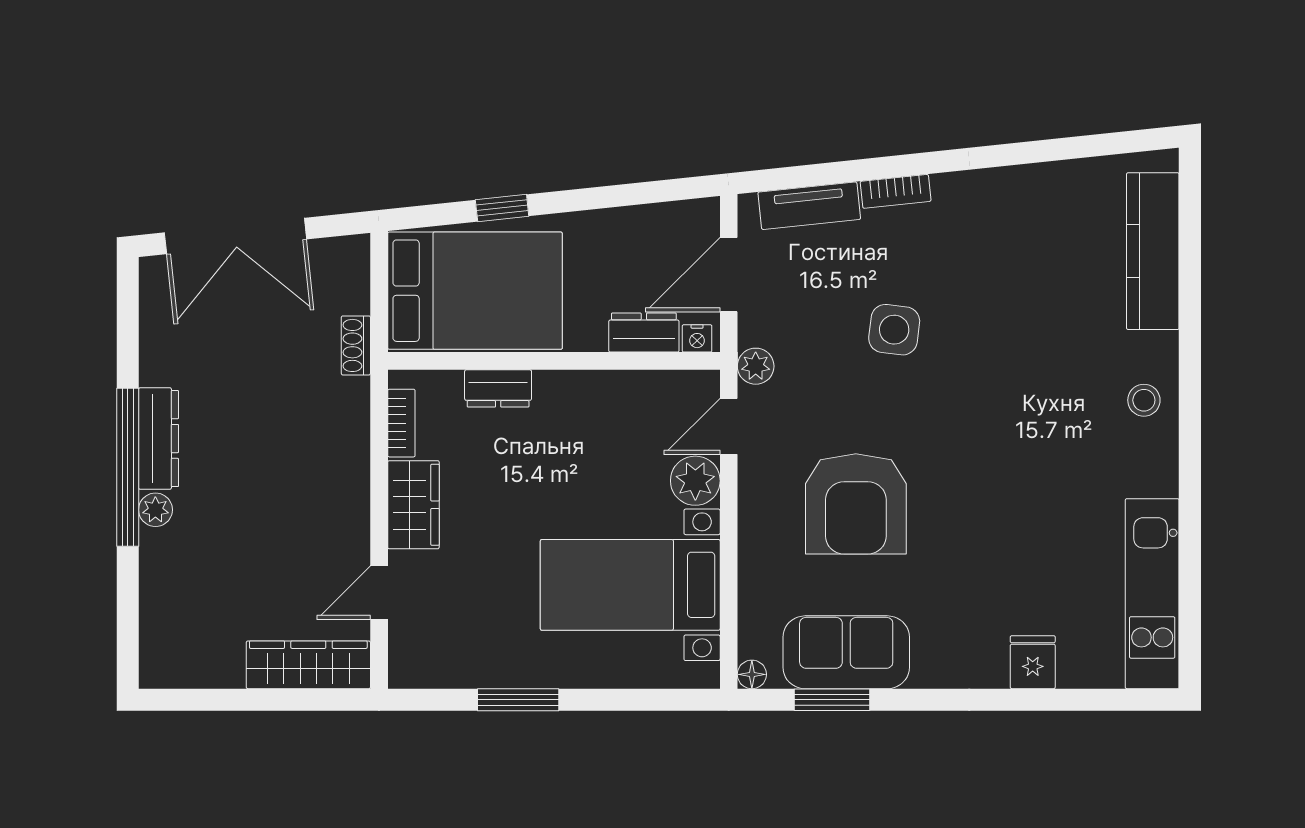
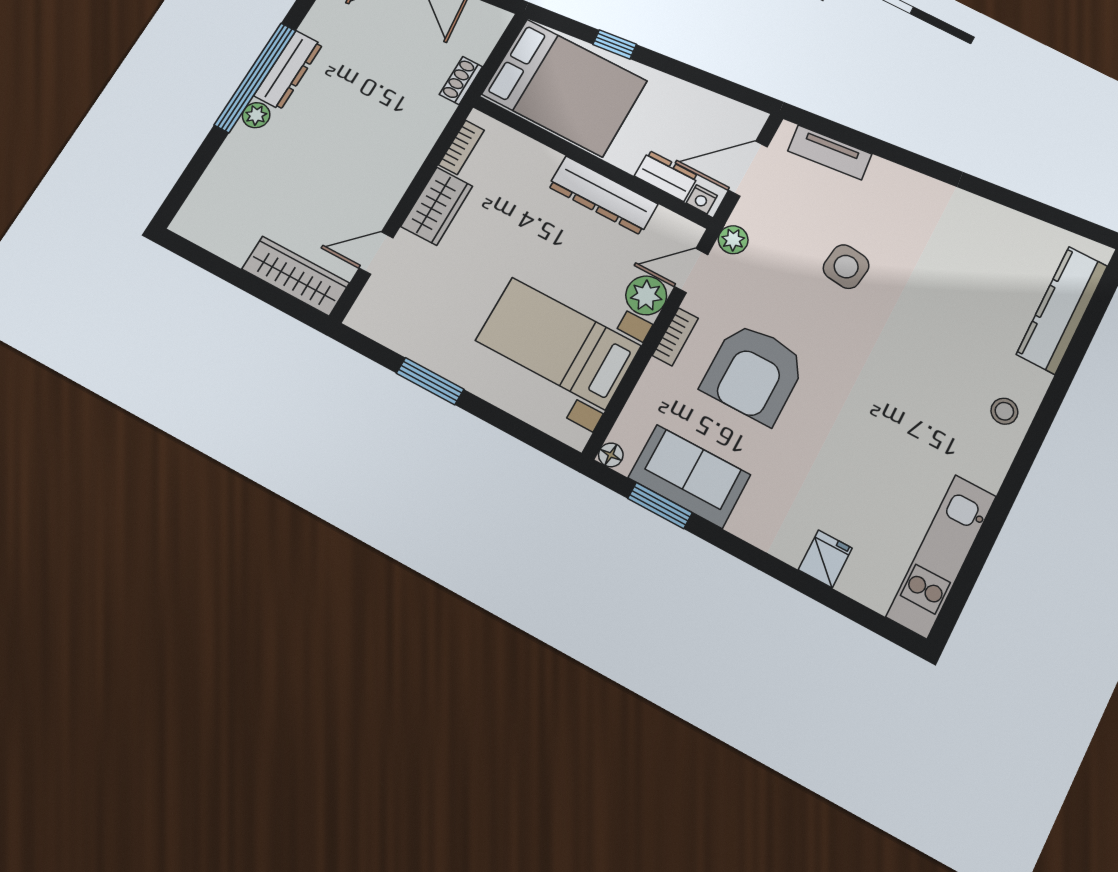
bookcase: (896, 191) -> (675, 337), moved, turned -84
dresser: (498, 388) -> (603, 195), moved, width x1.96, depth x1.24

